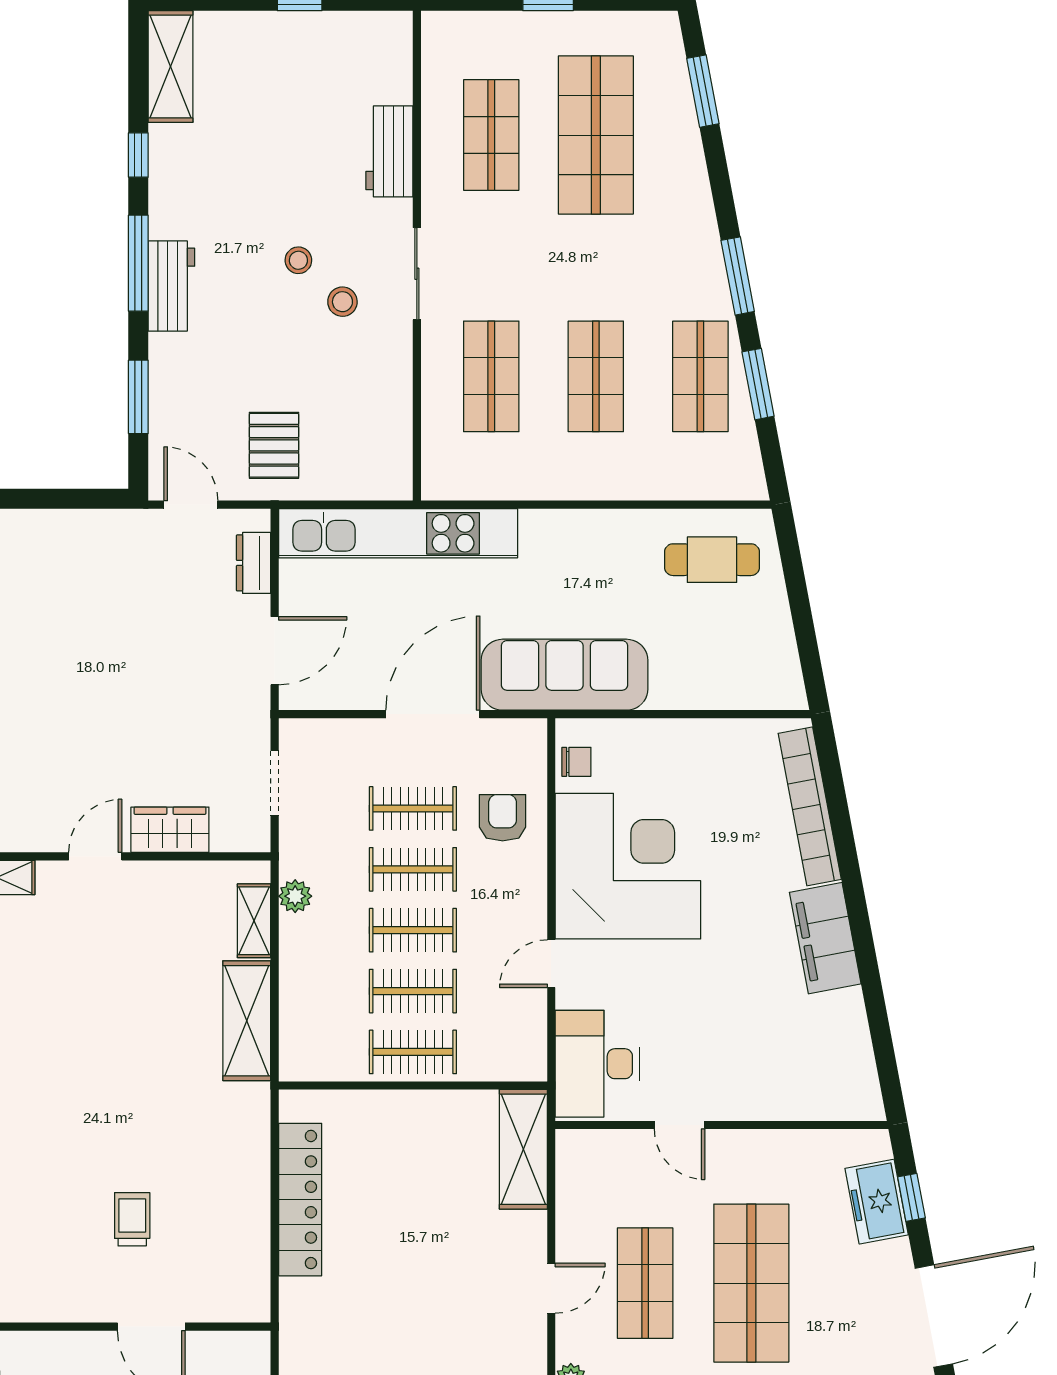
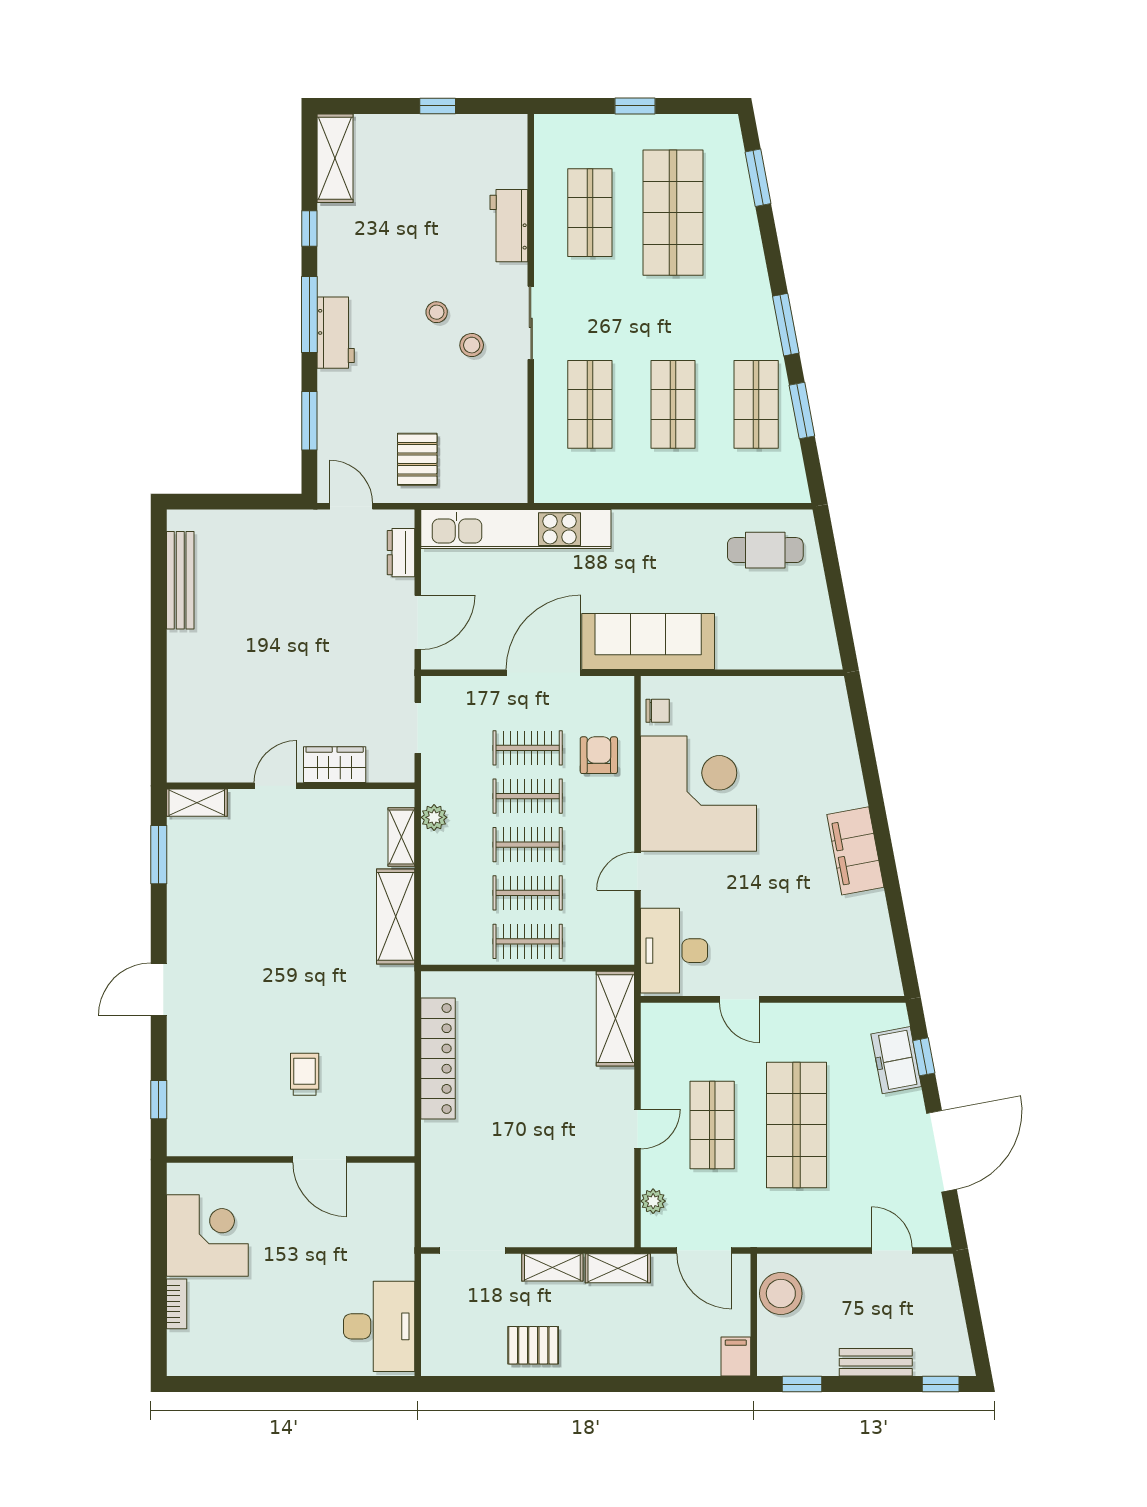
bookcase: (810, 806) -> (843, 746), removed

